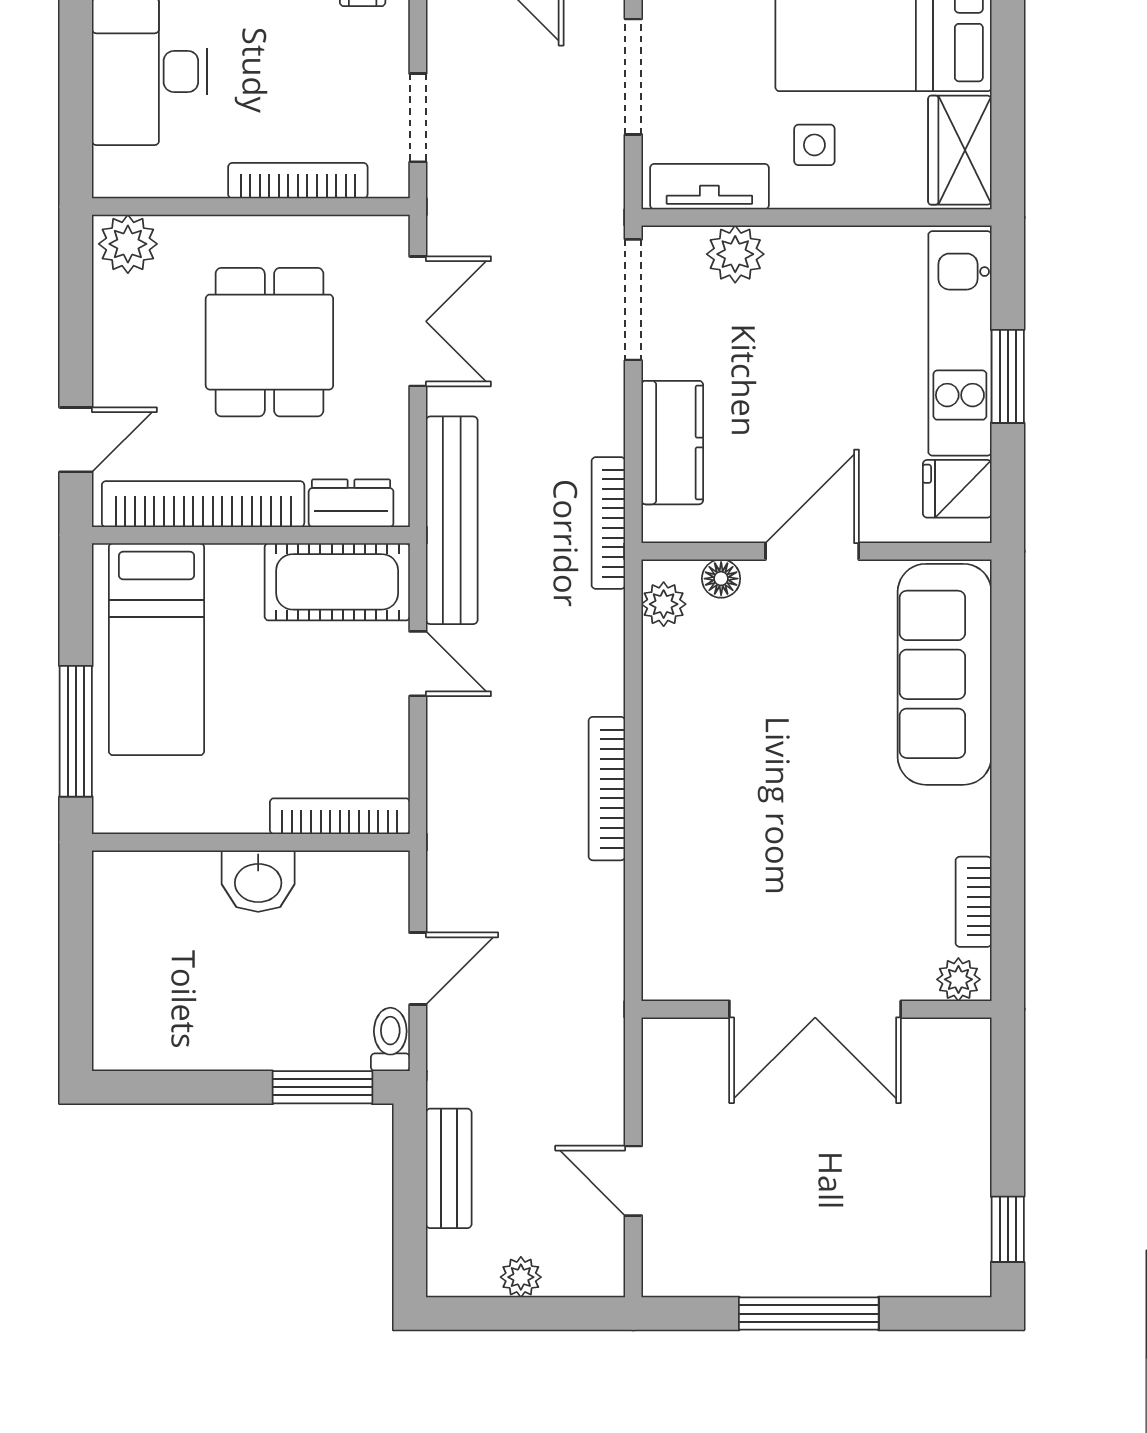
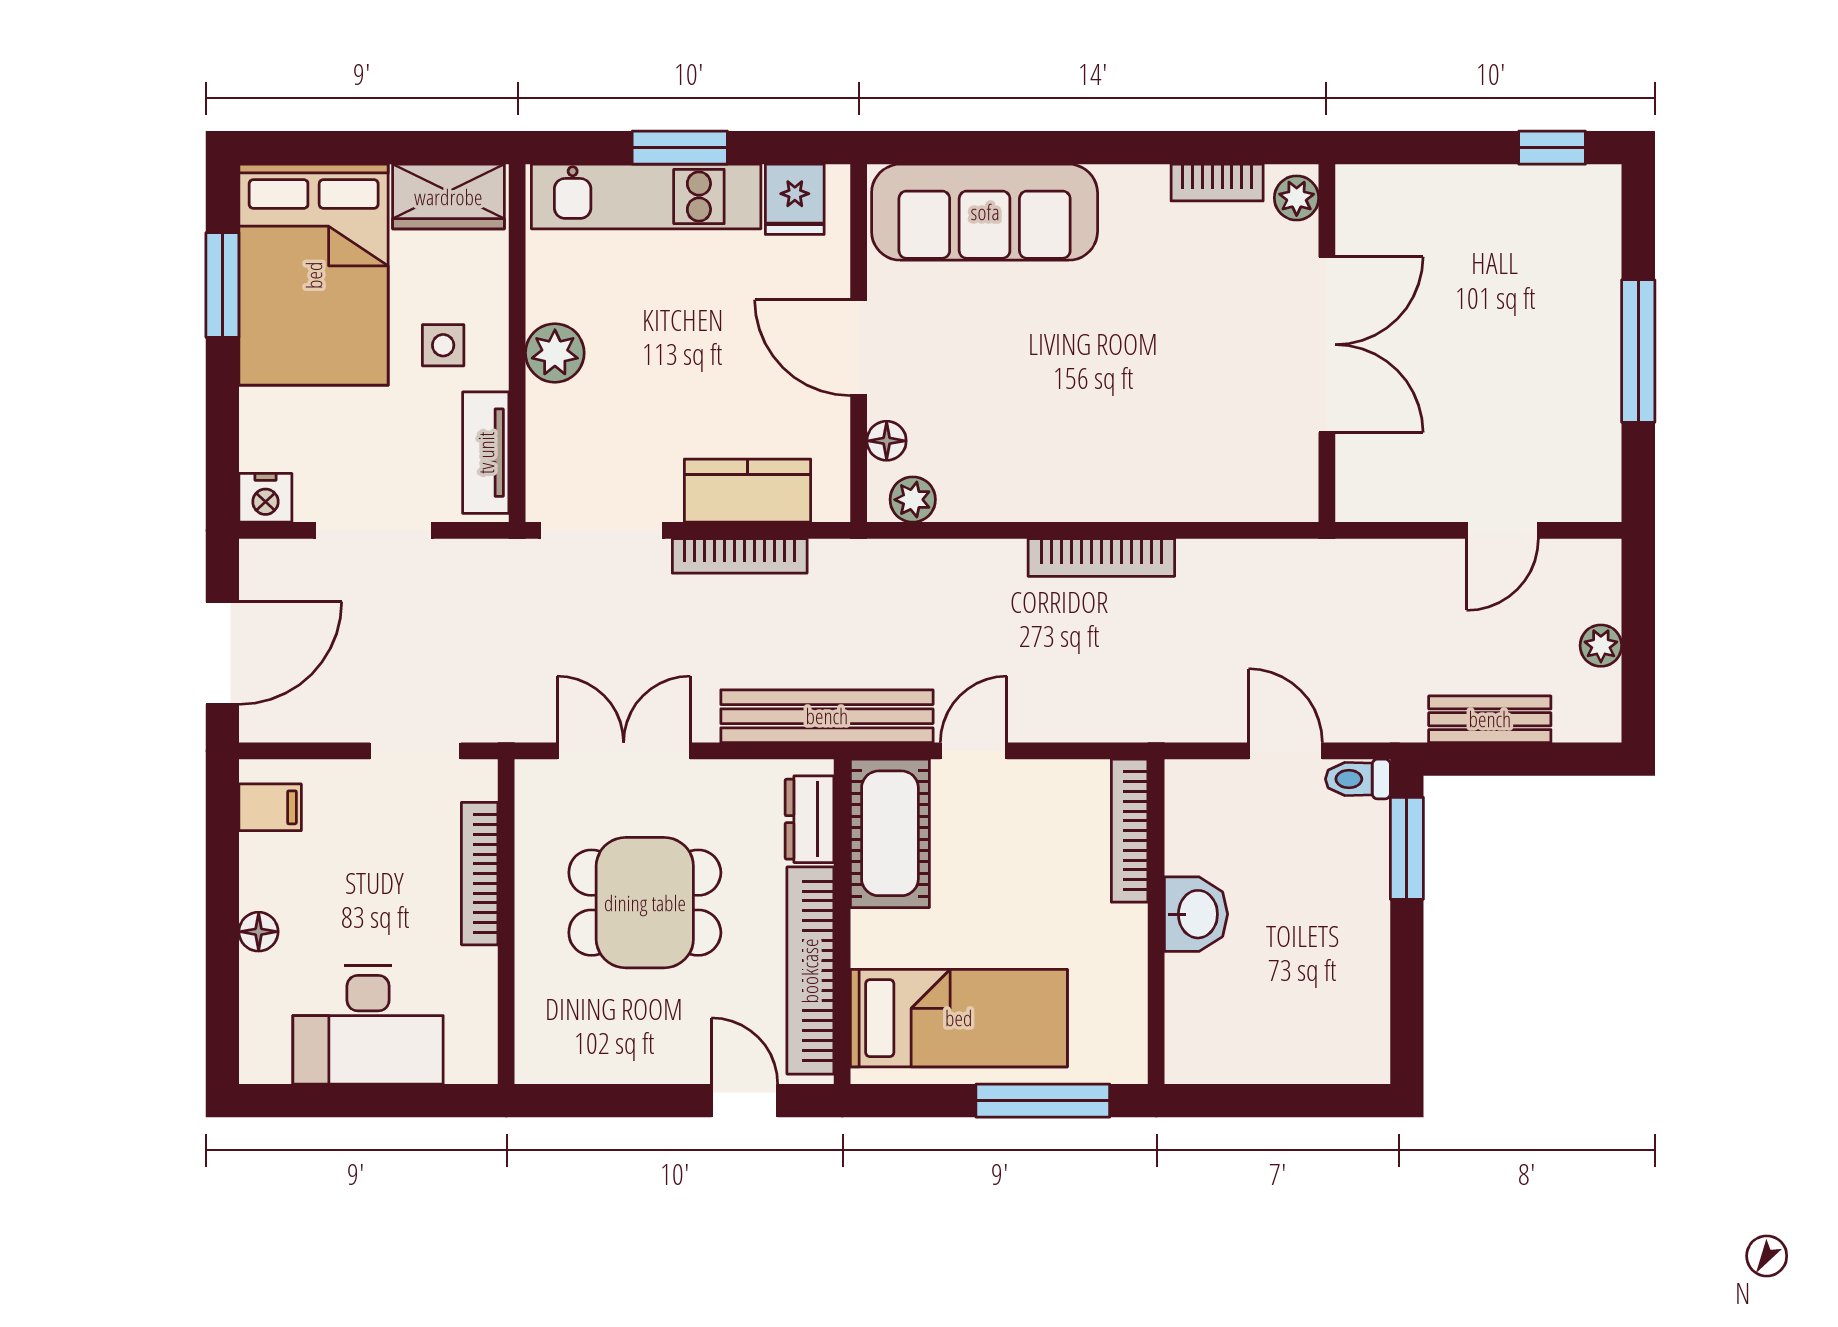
plant: (128, 244) -> (544, 1047), removed
plant: (735, 254) -> (555, 353), moved
bookcase: (608, 523) -> (740, 556), moved

